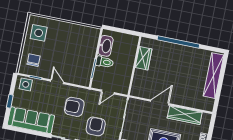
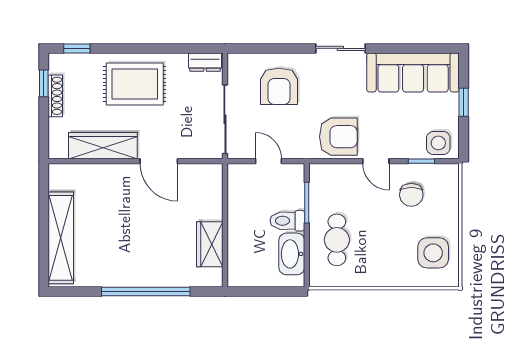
cafe table: (83, 48) -> (337, 240), added
chair: (34, 60) -> (411, 195), moved
door: (108, 92) -> (268, 161), hinge flipped
door: (160, 102) -> (159, 161), hinge flipped
armchair: (74, 107) -> (338, 137), moved

